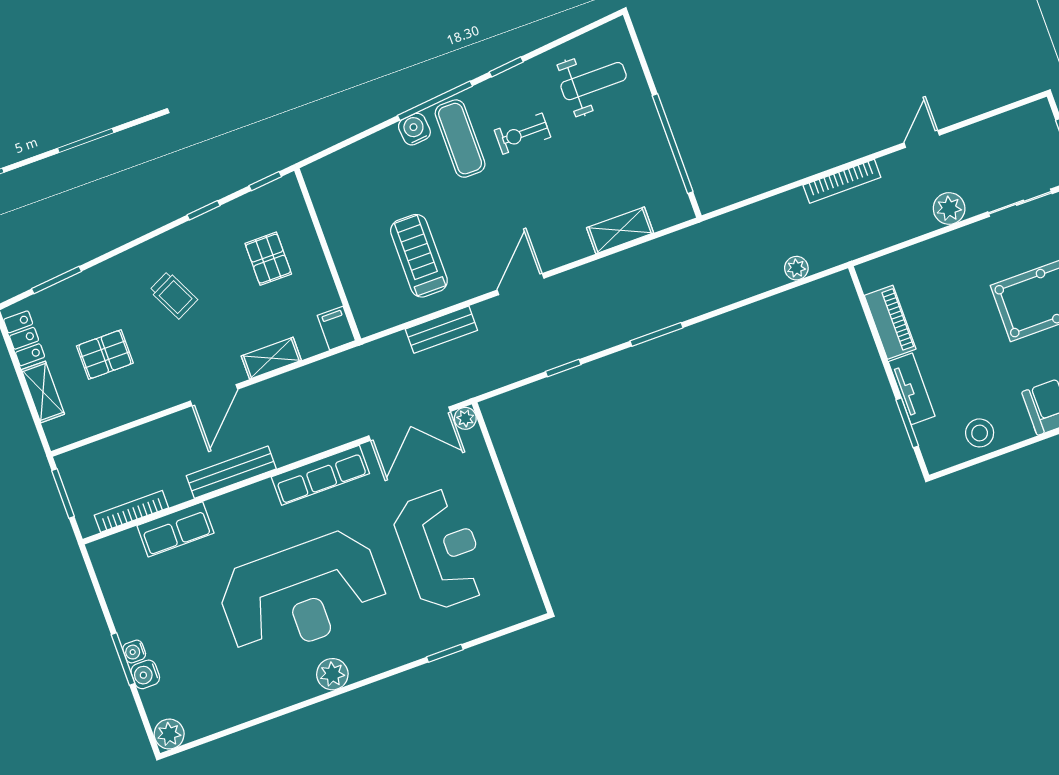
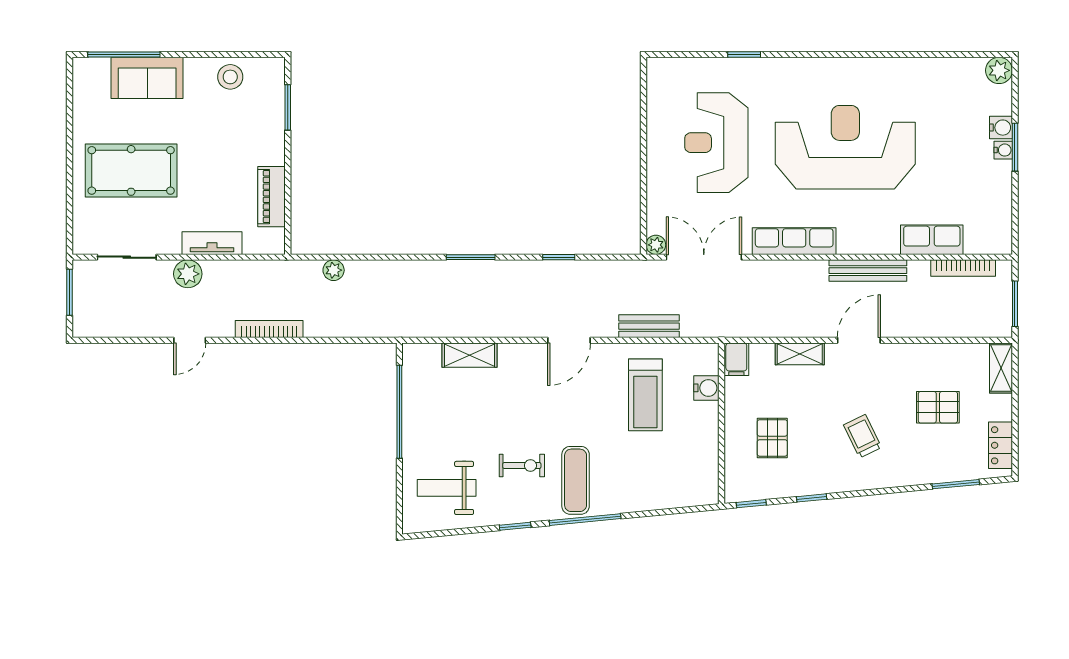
water cooler: (414, 129) -> (706, 388), moved, turned -85
tv unit: (912, 389) -> (212, 243), moved, turned 90
shelving: (43, 392) -> (1001, 368), moved
plant: (332, 674) -> (844, 71), removed

